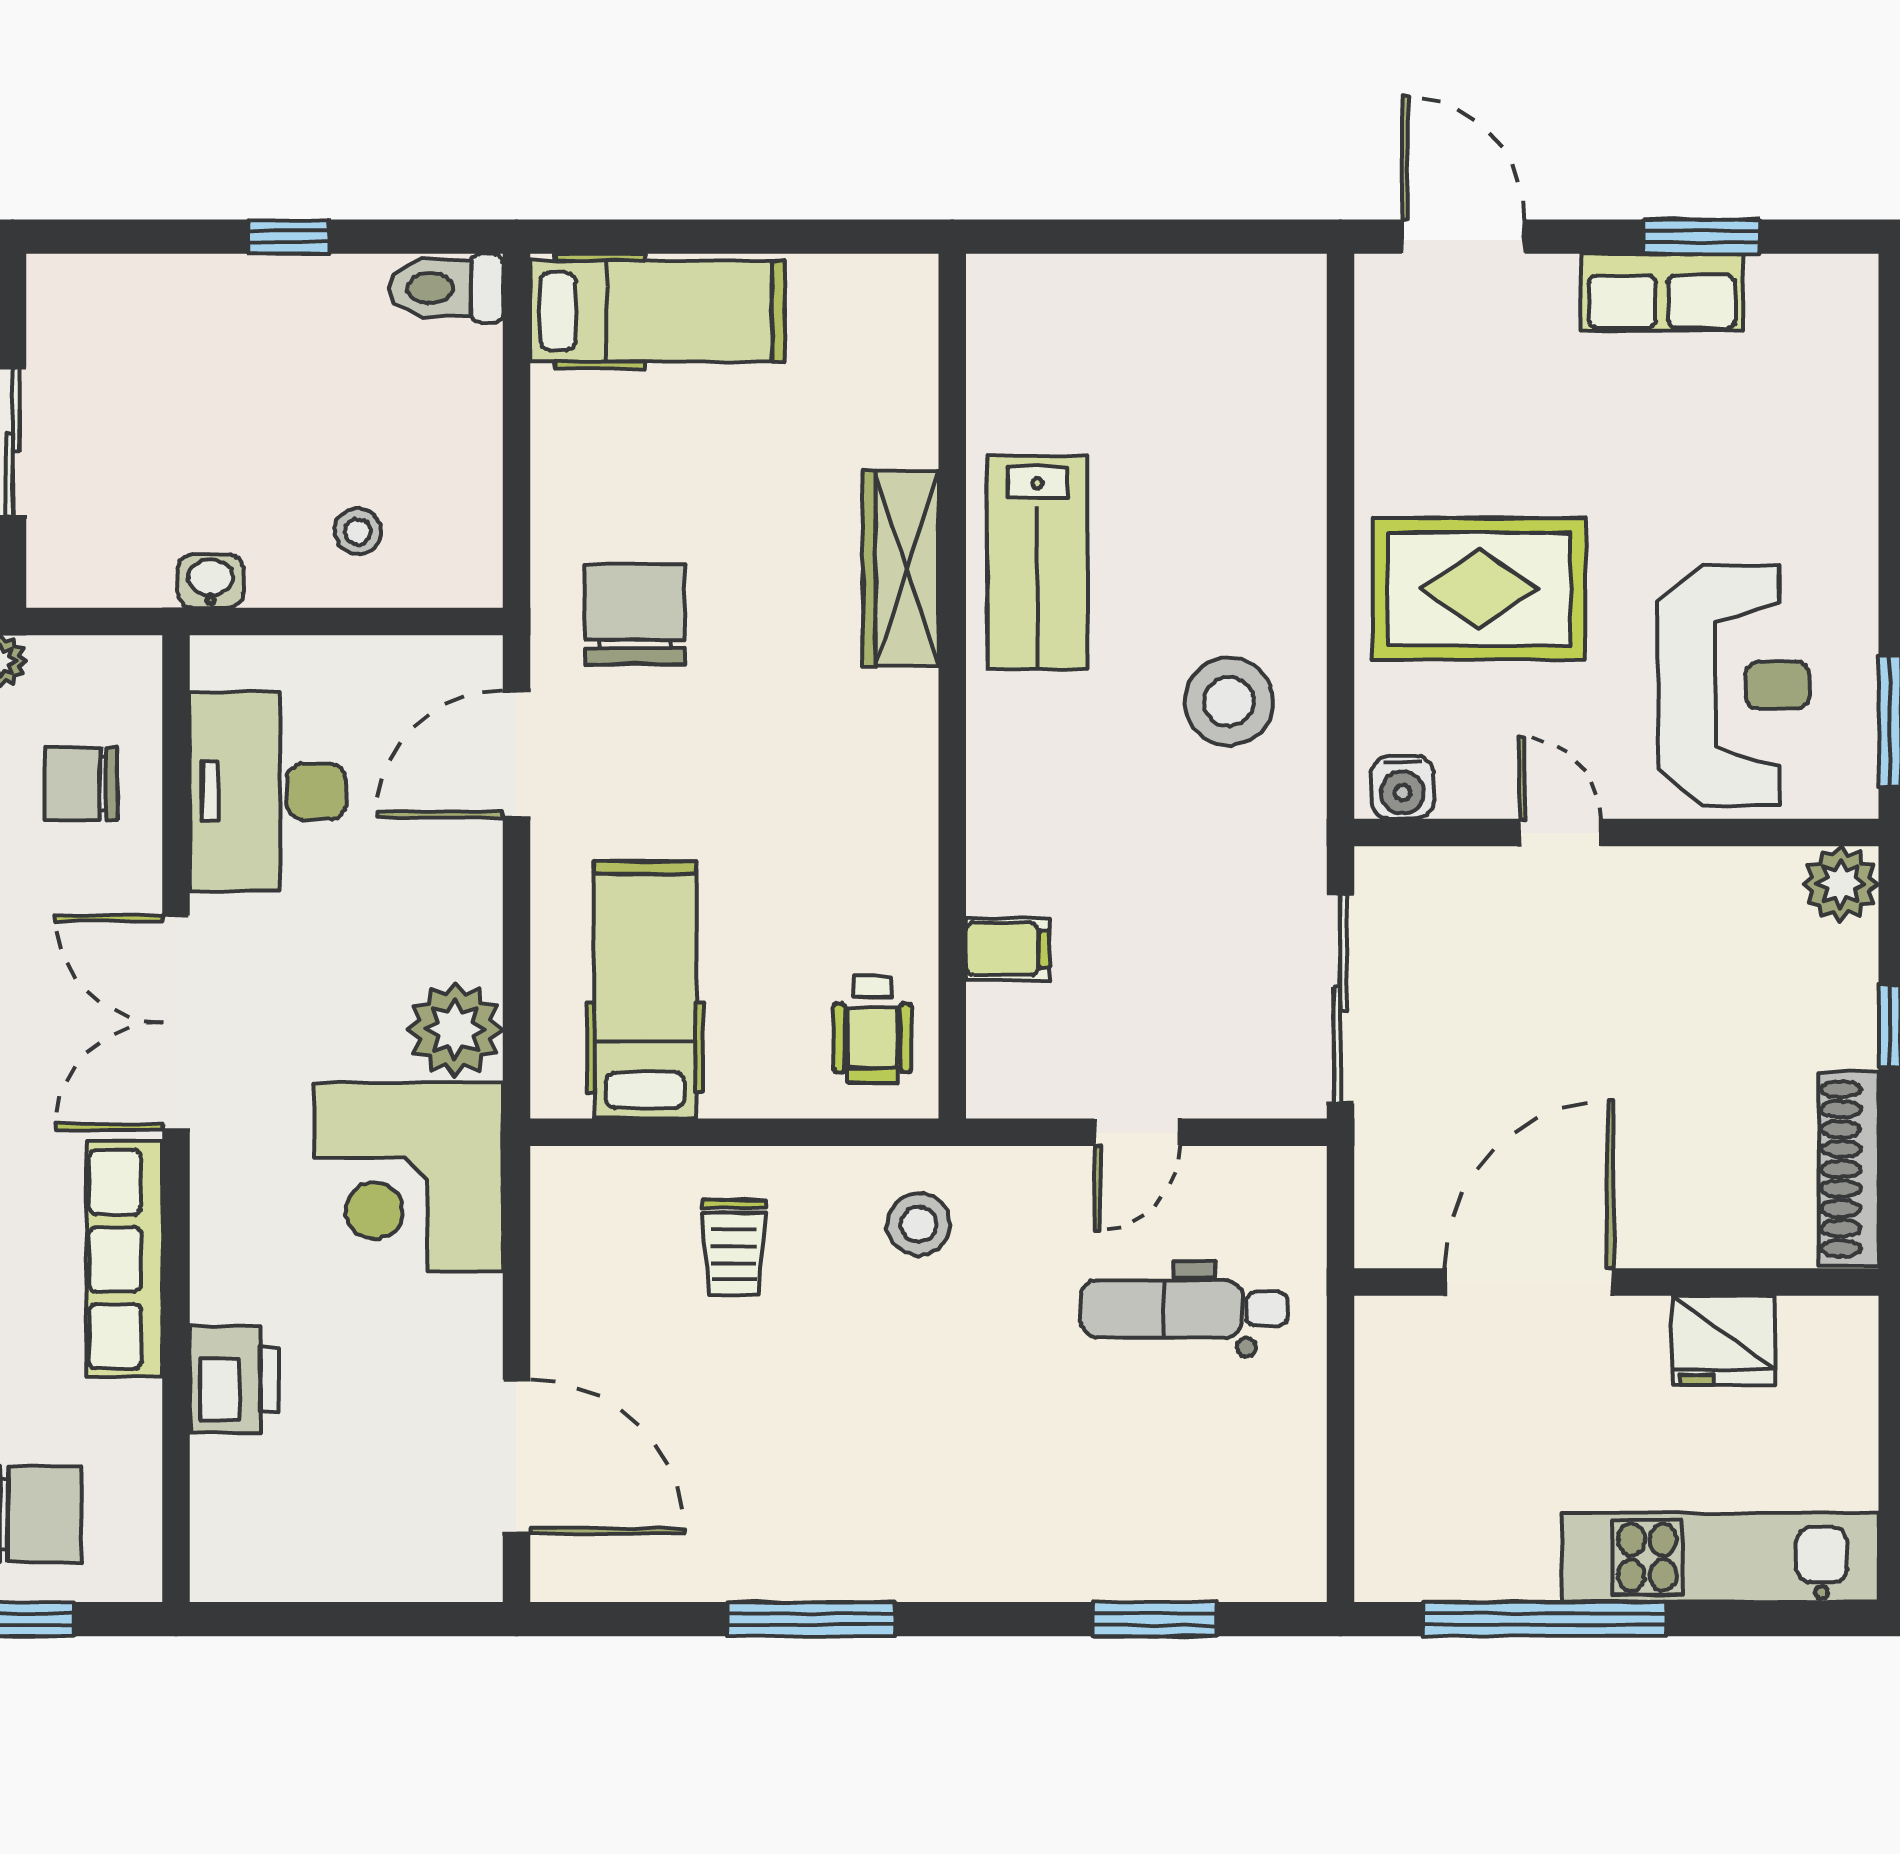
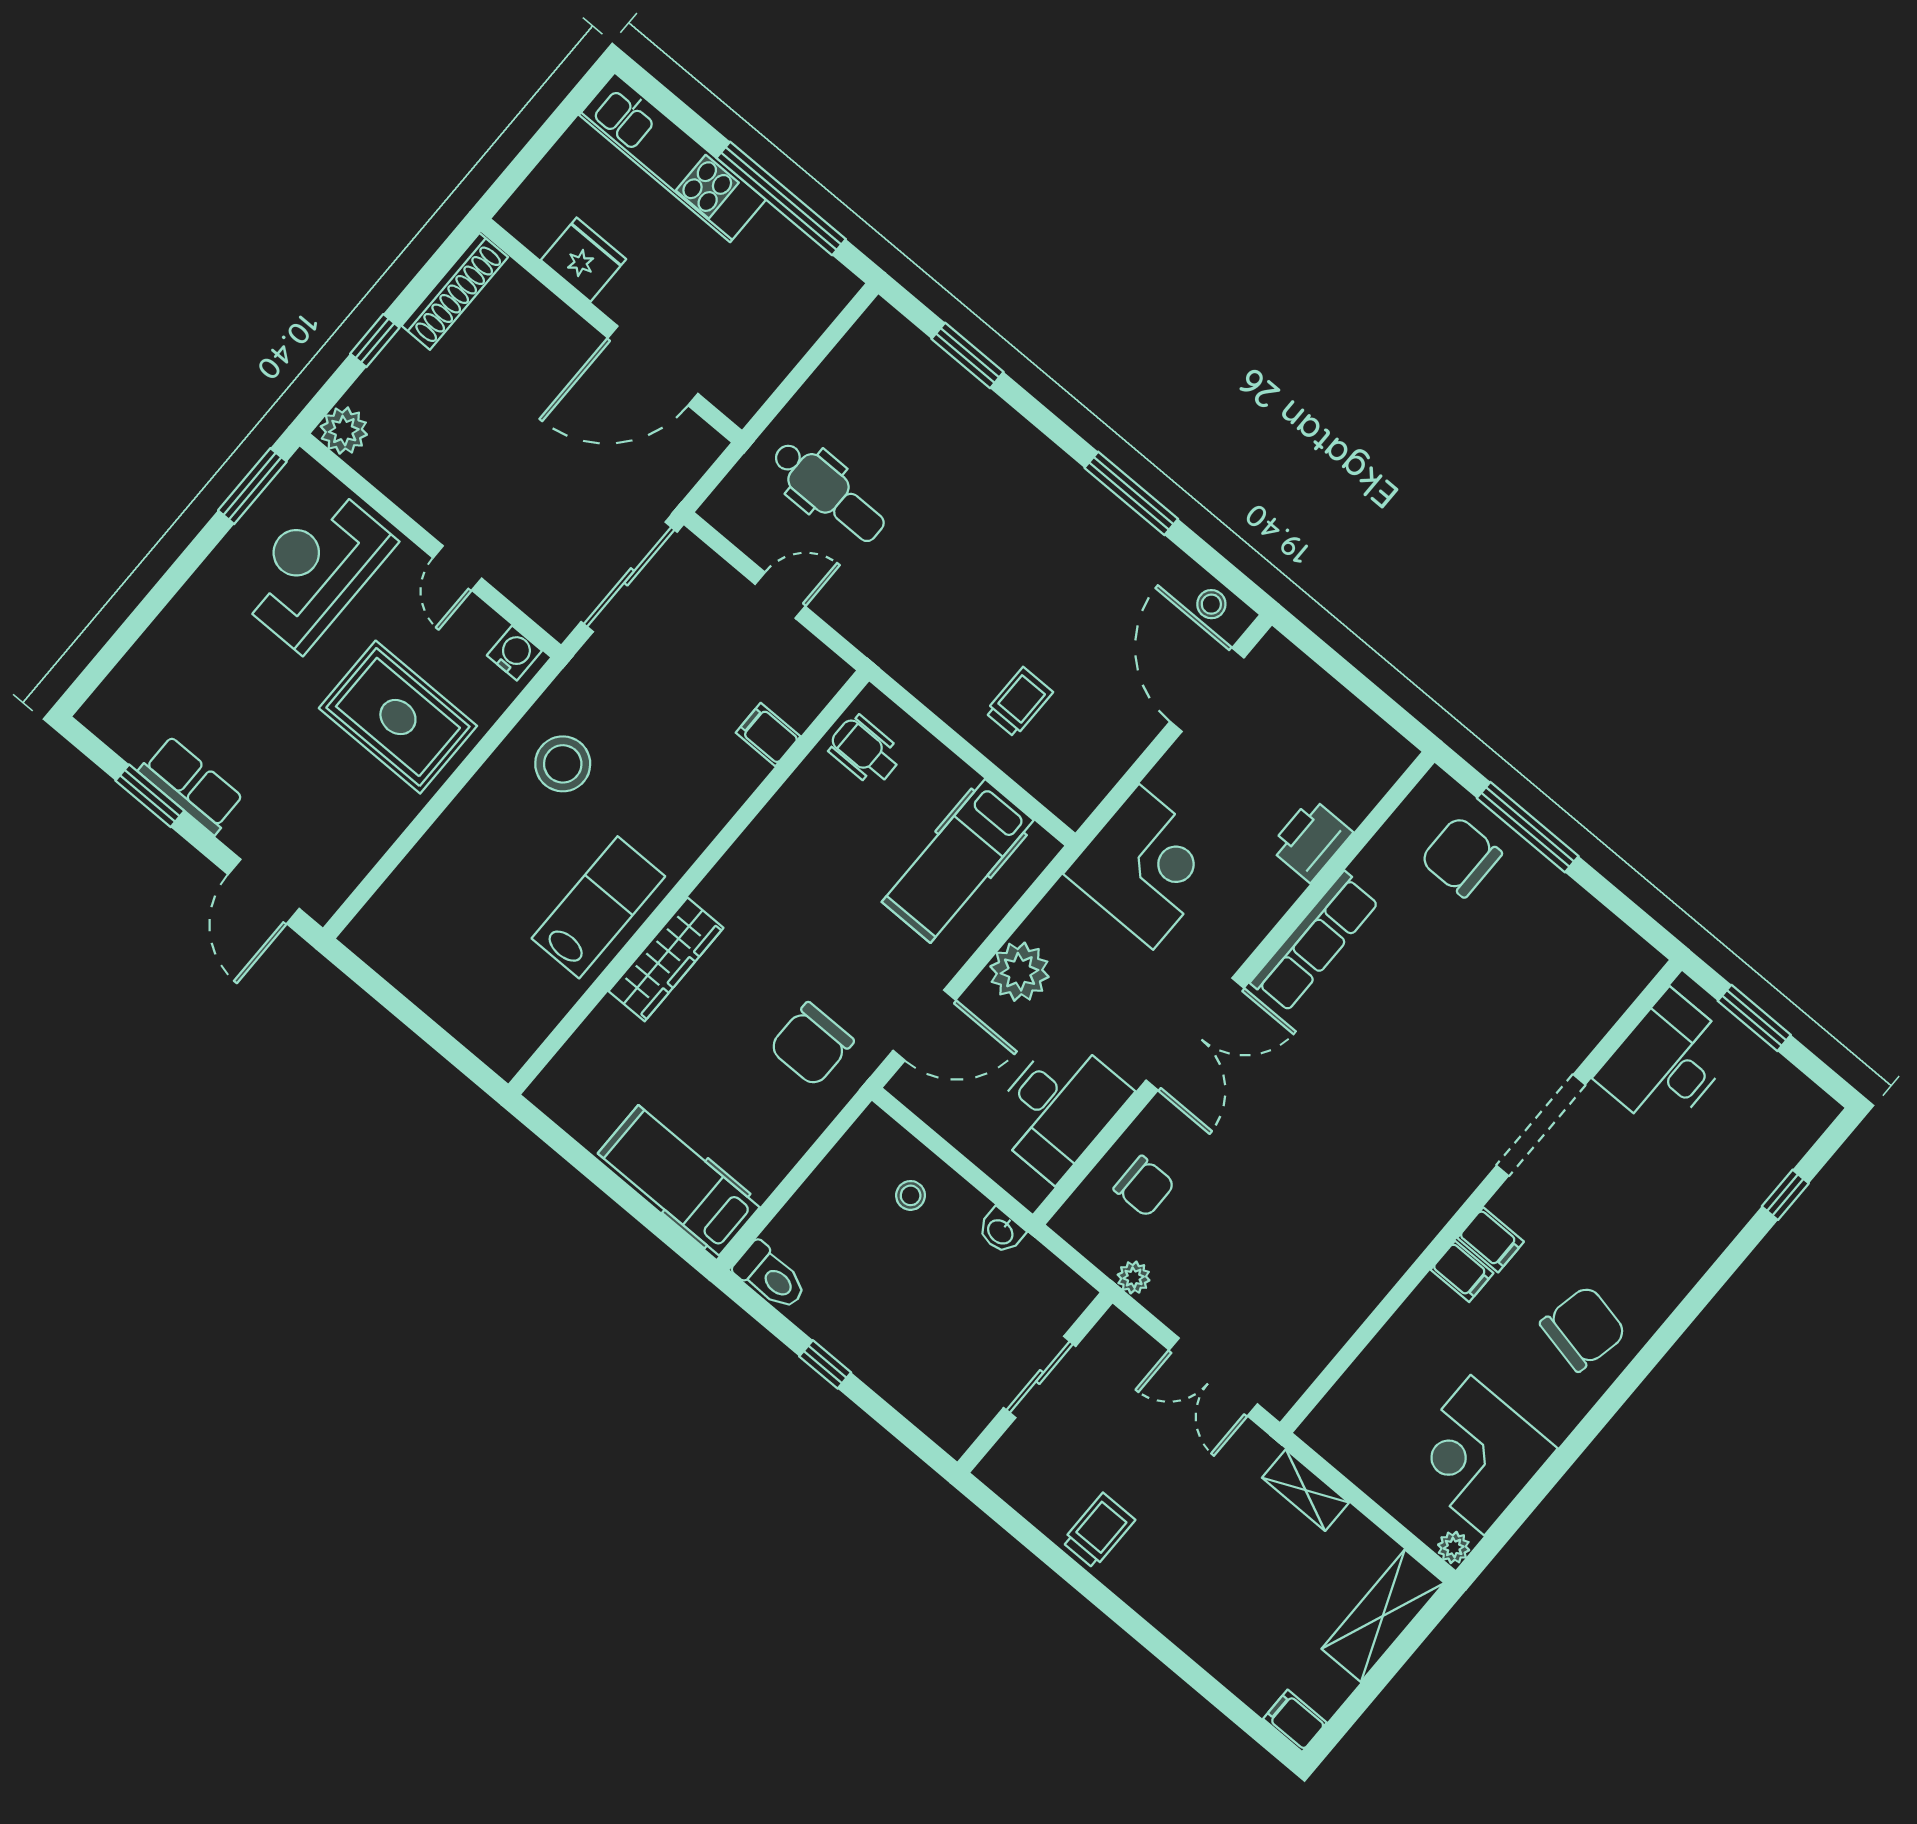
plant: (455, 1029) -> (1019, 972), moved
wheelchair: (873, 1029) -> (865, 751), turned -90
stool: (919, 1224) -> (1211, 604), moved, width x0.73, depth x0.73

